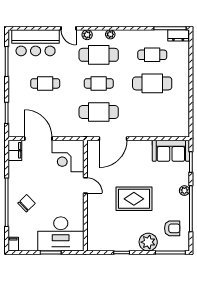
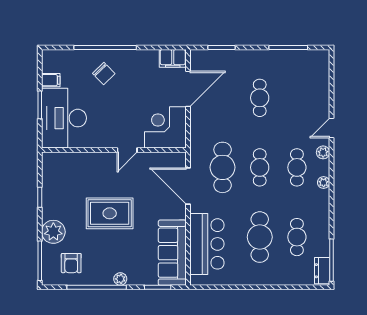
bar counter: (36, 43) -> (207, 244), moved, turned 180
cafe table: (99, 55) -> (297, 167), width x0.73, depth x0.74
sofa: (171, 151) -> (172, 253), width x1.36
rug: (134, 199) -> (110, 213), turned 90
filing cabinet: (13, 244) -> (51, 80), moved

